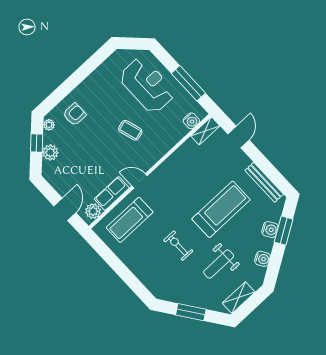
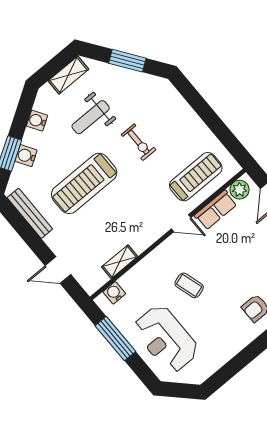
shelving: (205, 131) -> (120, 262), moved
door: (239, 137) -> (58, 270), hinge flipped
weight bench: (219, 264) -> (91, 117), turned 180

